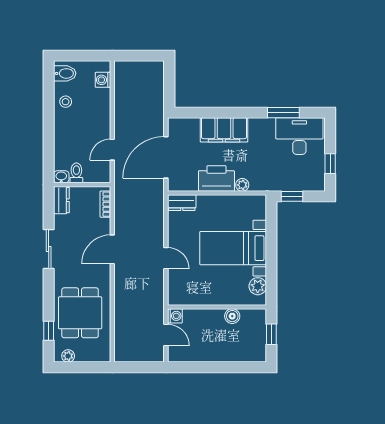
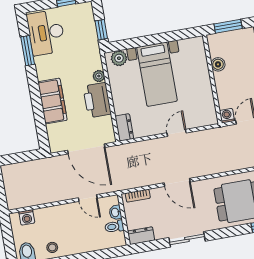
washbasin: (61, 177) -> (115, 212), moved
plant: (258, 286) -> (119, 58), moved
window: (271, 334) -> (228, 26), width x1.50

